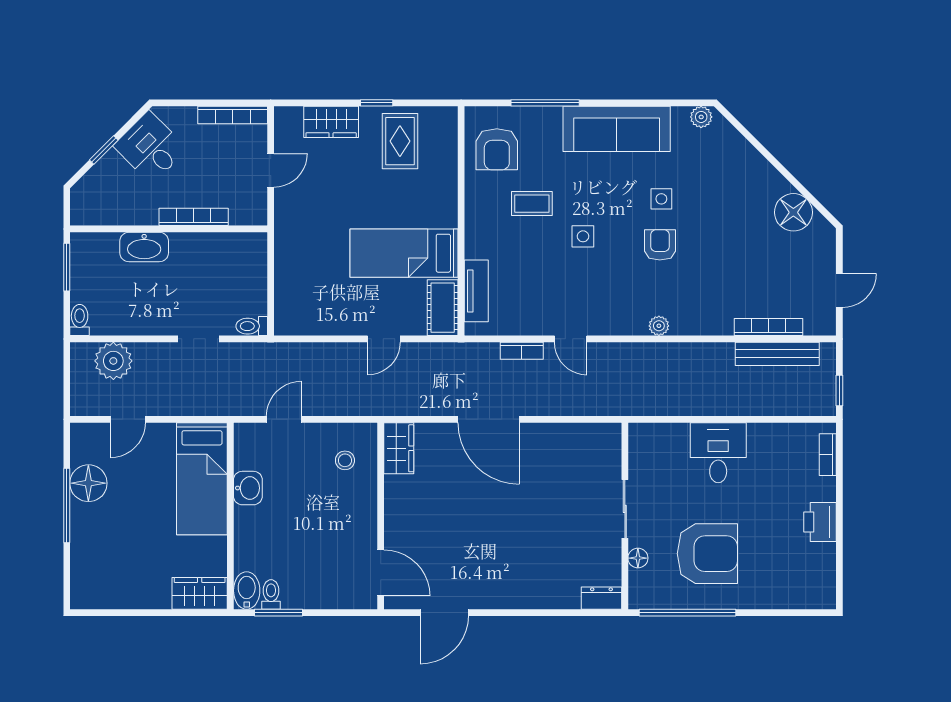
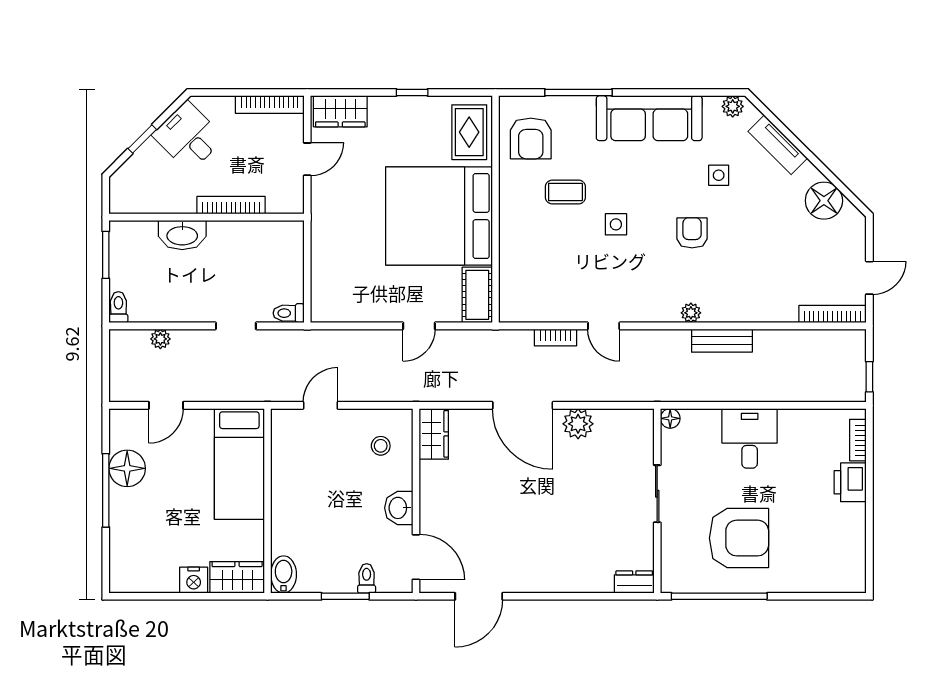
wardrobe: (331, 122) -> (340, 111), moved
rug: (400, 141) -> (469, 132), moved
side table: (661, 199) -> (719, 175), moved
bed: (404, 253) -> (439, 216), width x2.04
tv unit: (476, 291) -> (778, 145), moved, turned 135
bookcase: (769, 327) -> (832, 314), moved
bench: (777, 354) -> (722, 341), moved, width x0.73
plant: (113, 361) -> (160, 339), width x0.53, depth x0.53
plant: (545, 438) -> (578, 424), added
washbasin: (248, 488) -> (399, 508), moved, turned 180
printer: (820, 522) -> (850, 482), moved
floor lamp: (638, 558) -> (670, 418), moved
toilet: (271, 595) -> (367, 578), moved
nightstand: (156, 596) -> (194, 580), added
window: (279, 613) -> (345, 596), moved

